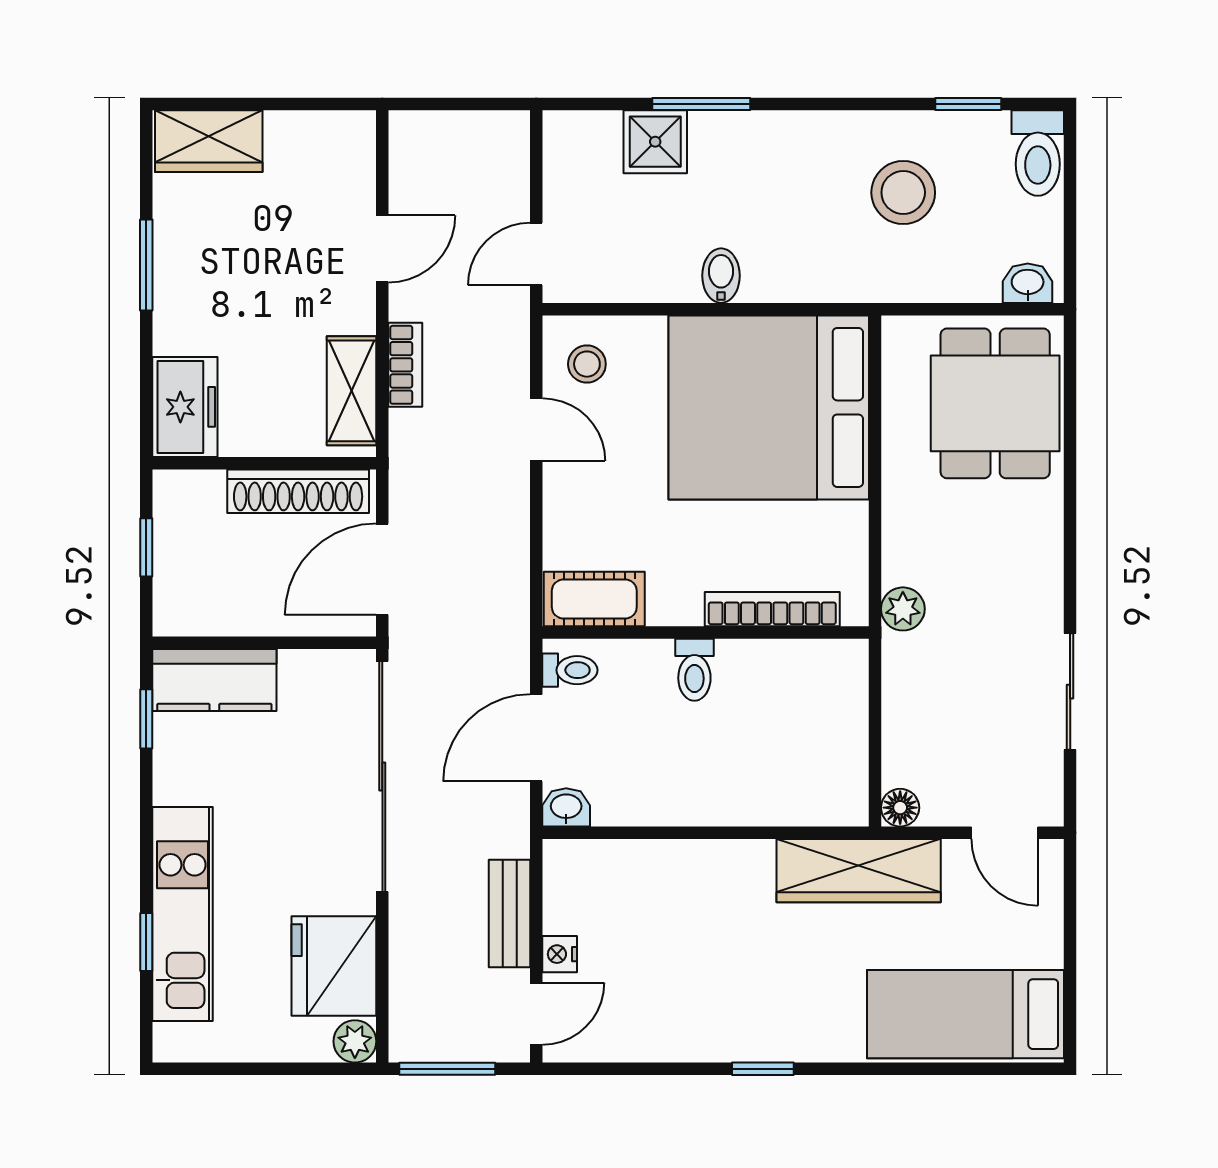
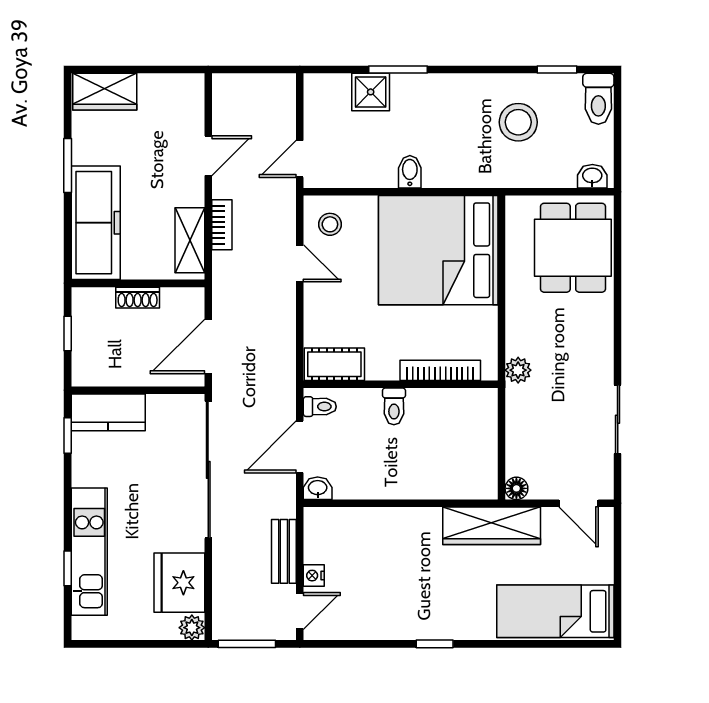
freezer: (185, 407) -> (96, 223), width x1.91, depth x1.26
shoe rack: (298, 491) -> (138, 298), width x0.51, depth x0.81

